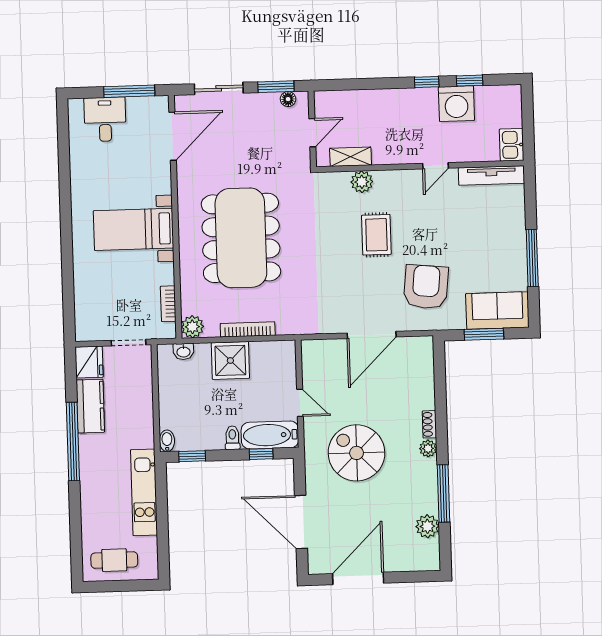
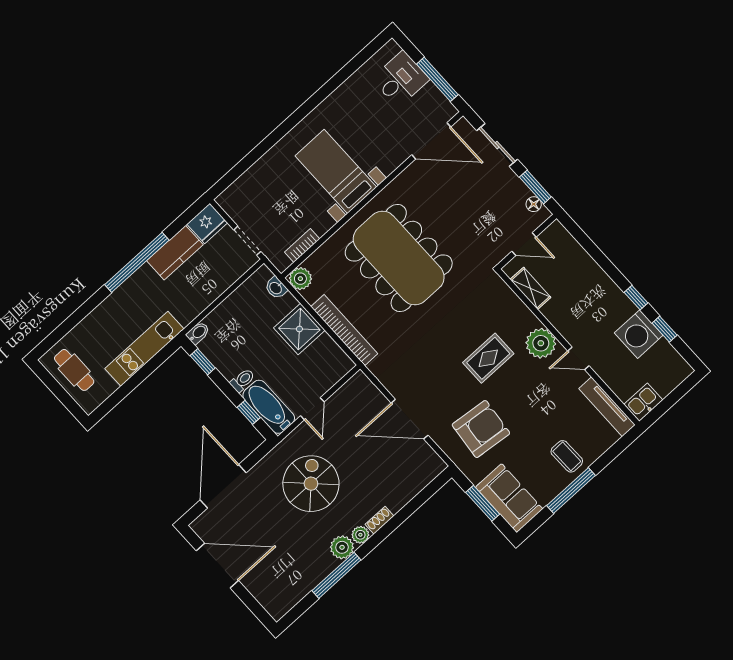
plant: (362, 182) -> (541, 343), moved, width x1.36, depth x1.36
dining table: (241, 238) -> (399, 258), turned 90
coffee table: (503, 239) -> (567, 456), added
bookcase: (248, 329) -> (344, 330), width x1.48, depth x1.31
plant: (427, 526) -> (342, 547), moved

